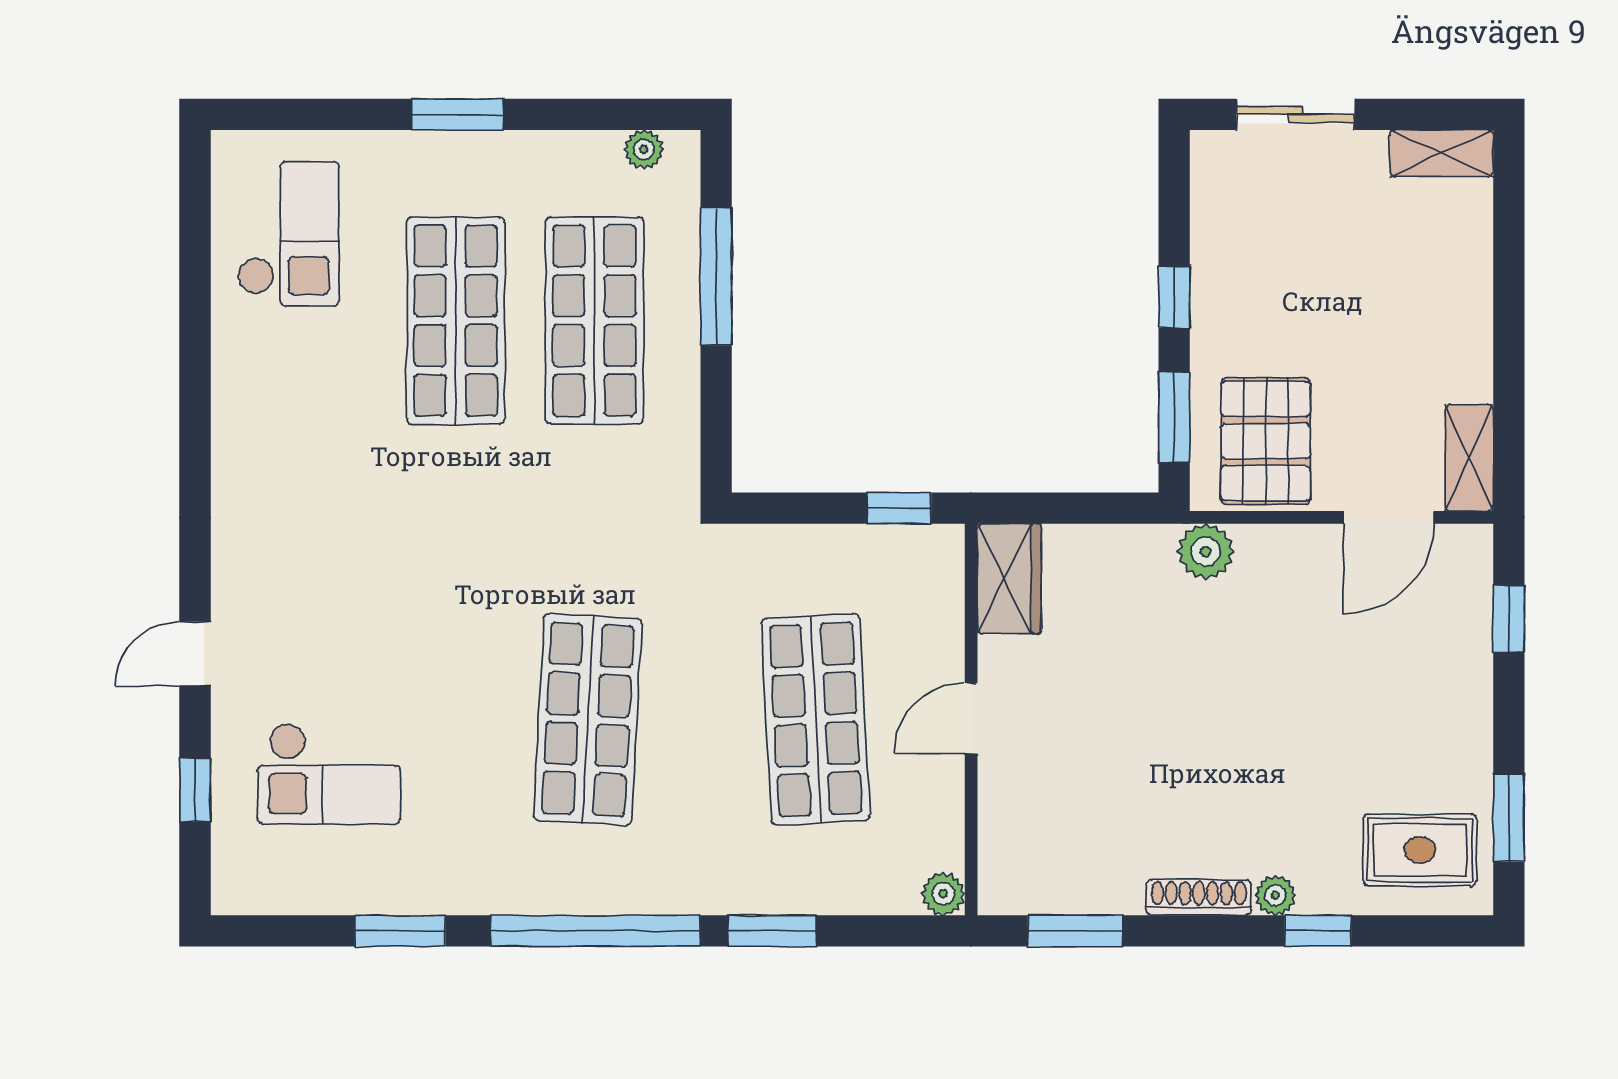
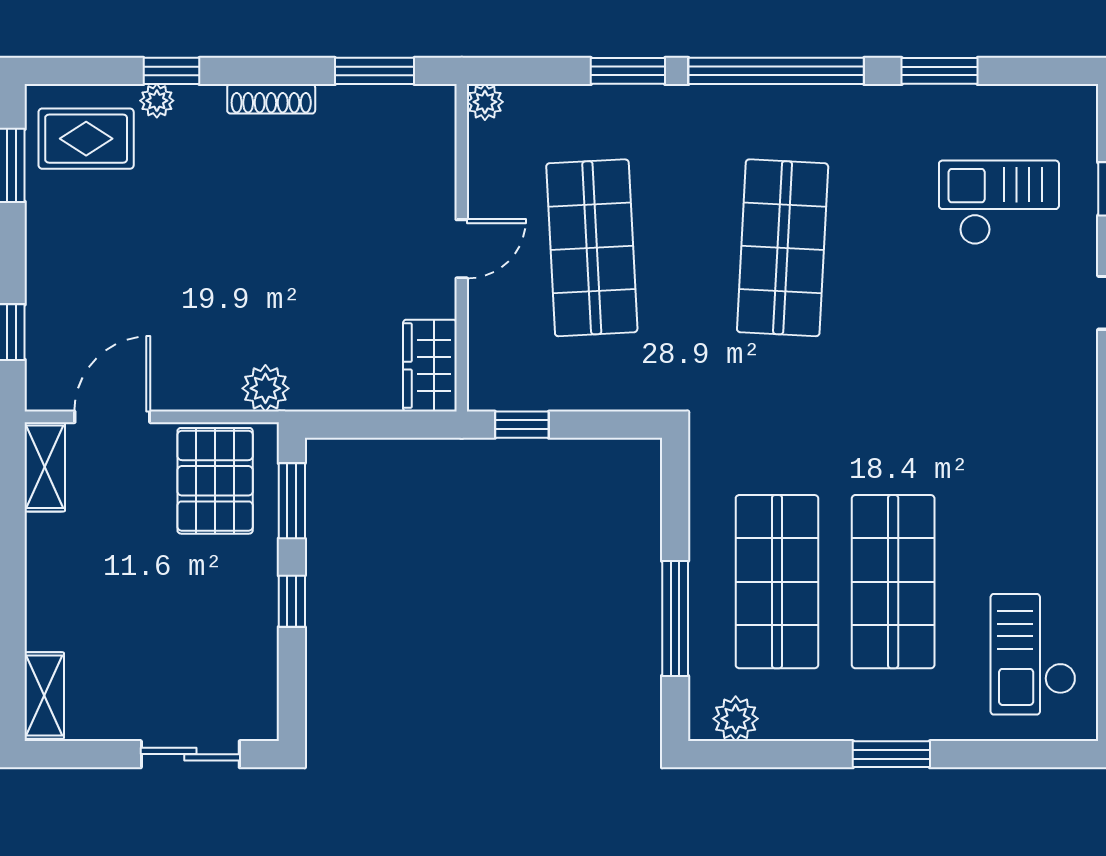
plant: (644, 149) -> (736, 719), width x1.38, depth x1.38
shelving: (1441, 153) -> (44, 696), moved, turned 90
plant: (1275, 895) -> (157, 101), moved

